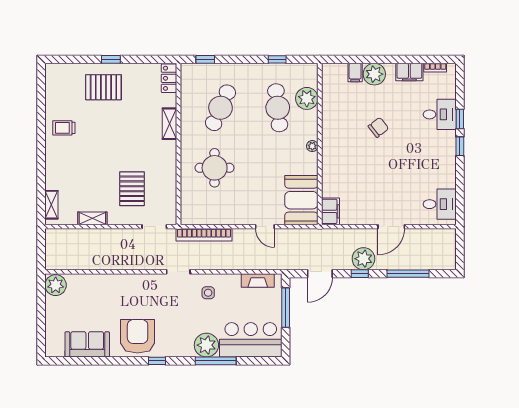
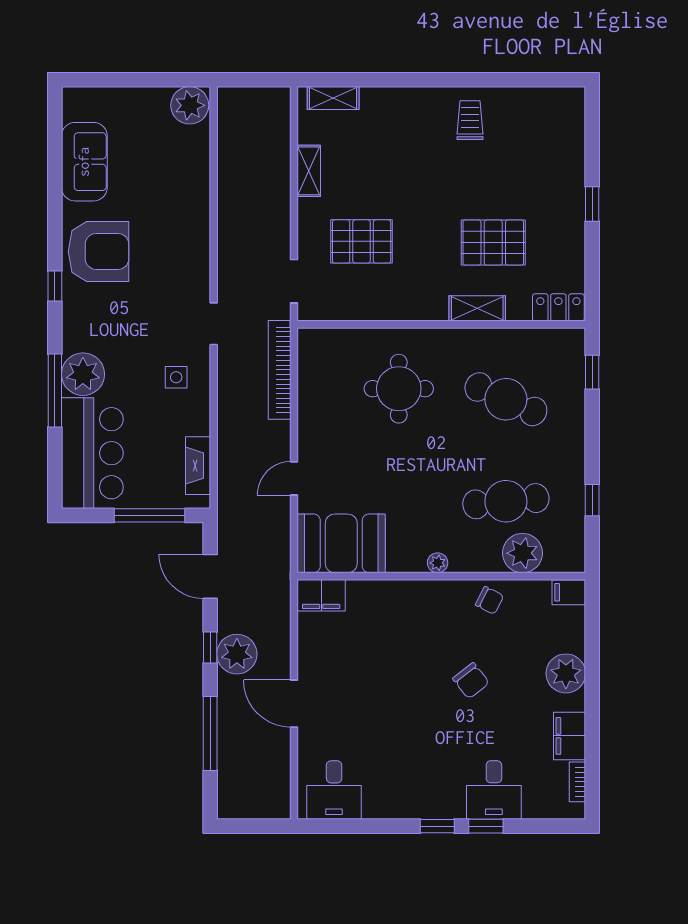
filing cabinet: (355, 72) -> (569, 592), moved
pallet: (103, 87) -> (493, 243), moved, turned 90
chair: (333, 117) -> (490, 600), added

